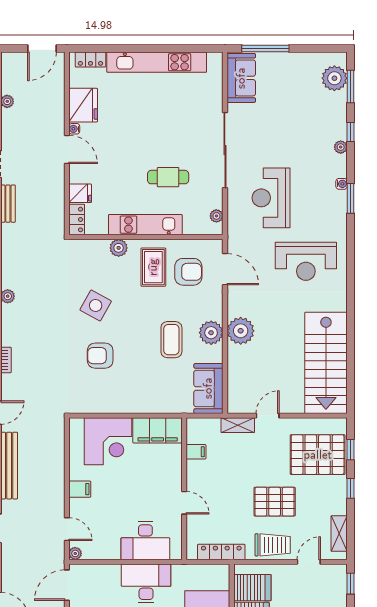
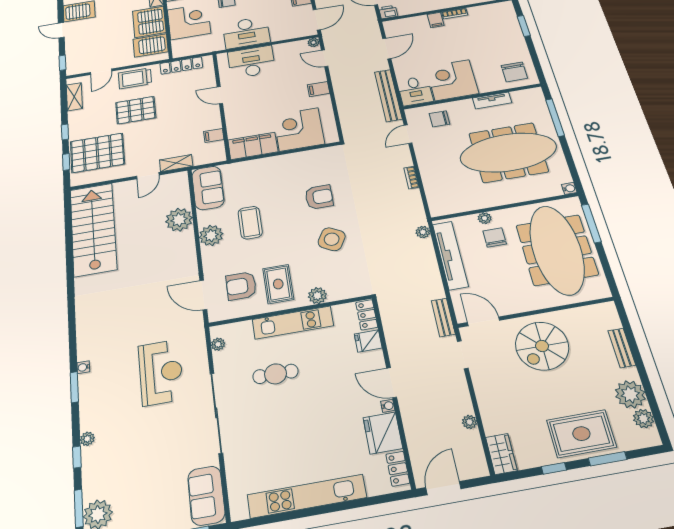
locker: (90, 60) -> (398, 469), moved, turned -90
water cooler: (342, 184) -> (83, 367), moved
reception desk: (306, 261) -> (119, 317), removed
plant: (241, 331) -> (179, 220), moved

